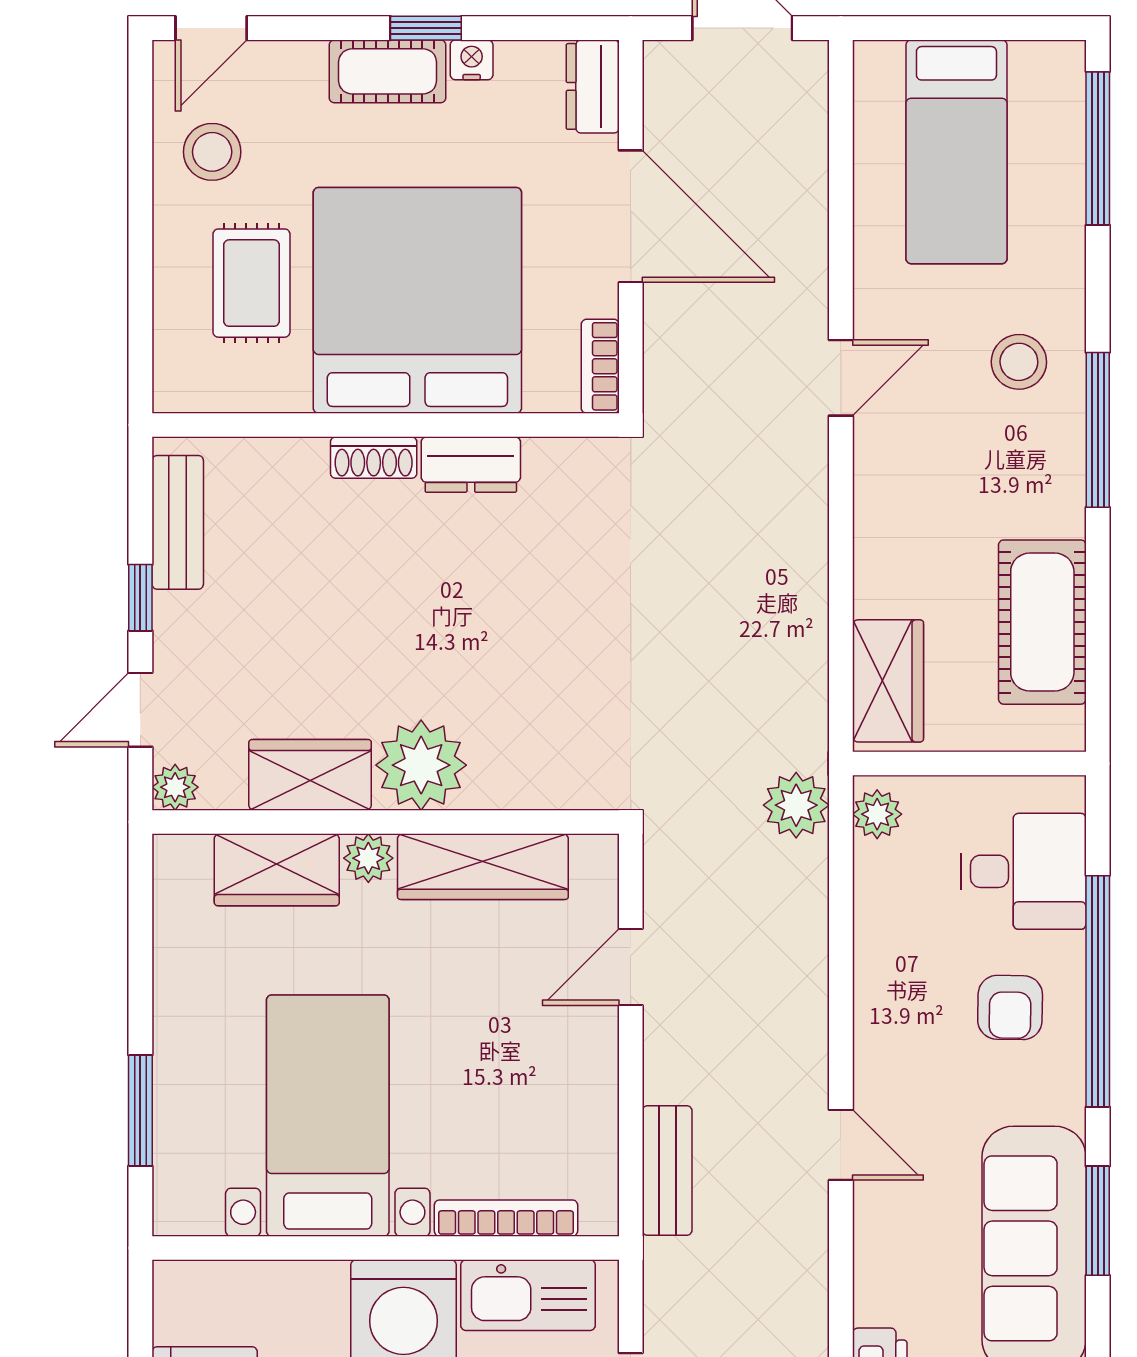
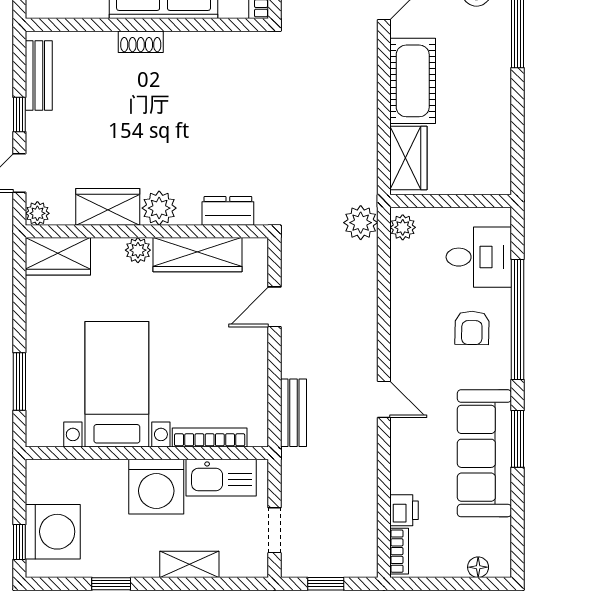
dresser: (471, 465) -> (228, 211), moved, turned 180
cot: (1042, 622) -> (413, 81), moved
plant: (421, 765) -> (159, 208), width x0.73, depth x0.73
wardrobe: (277, 870) -> (58, 256), moved

